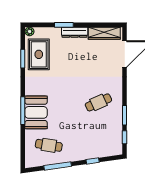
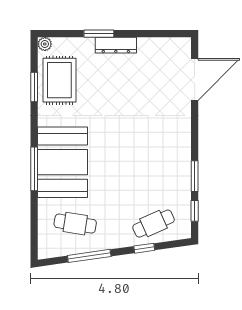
wardrobe: (104, 33) -> (163, 47), removed
cafe table: (98, 102) -> (154, 224), moved
booth: (36, 112) -> (62, 162), width x1.36, depth x1.42

